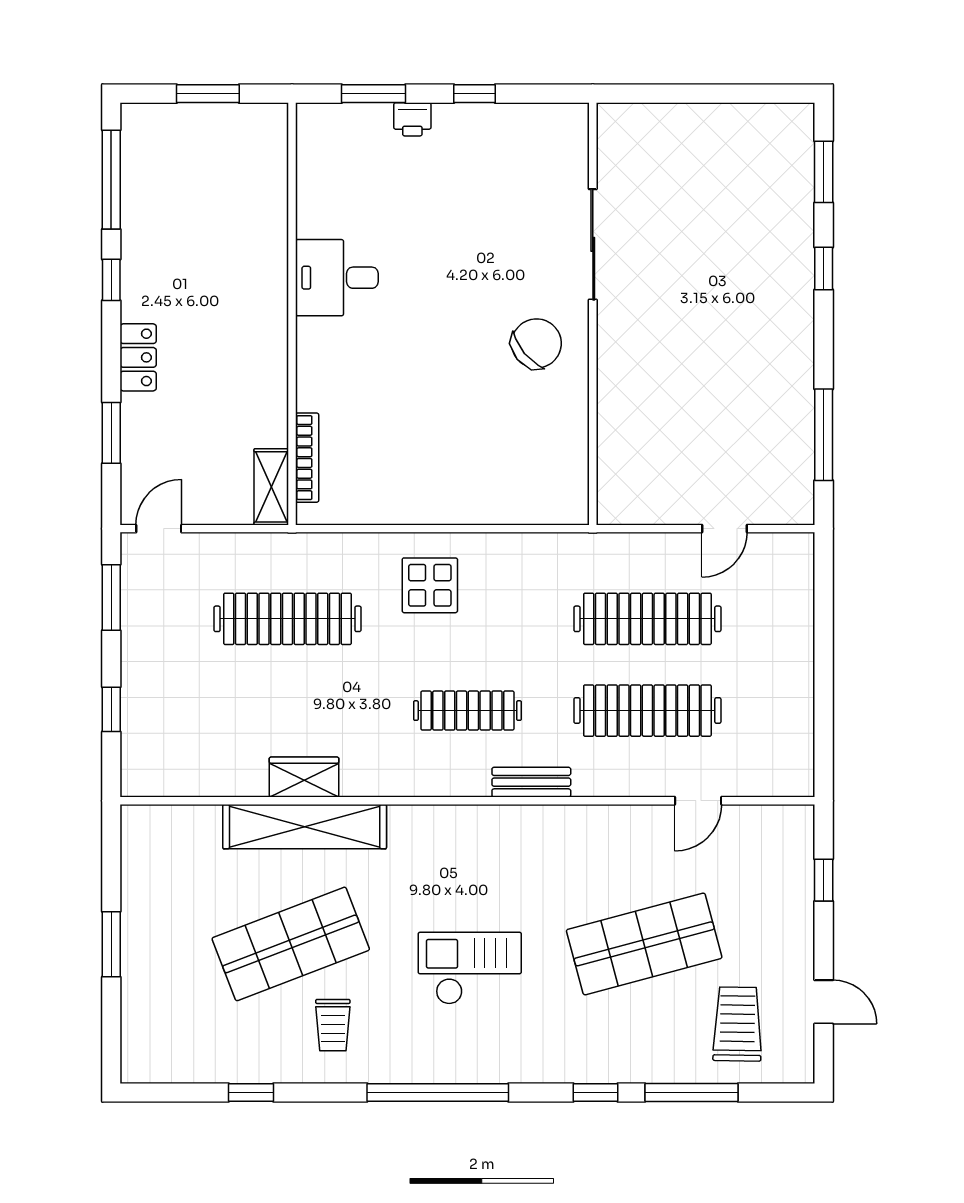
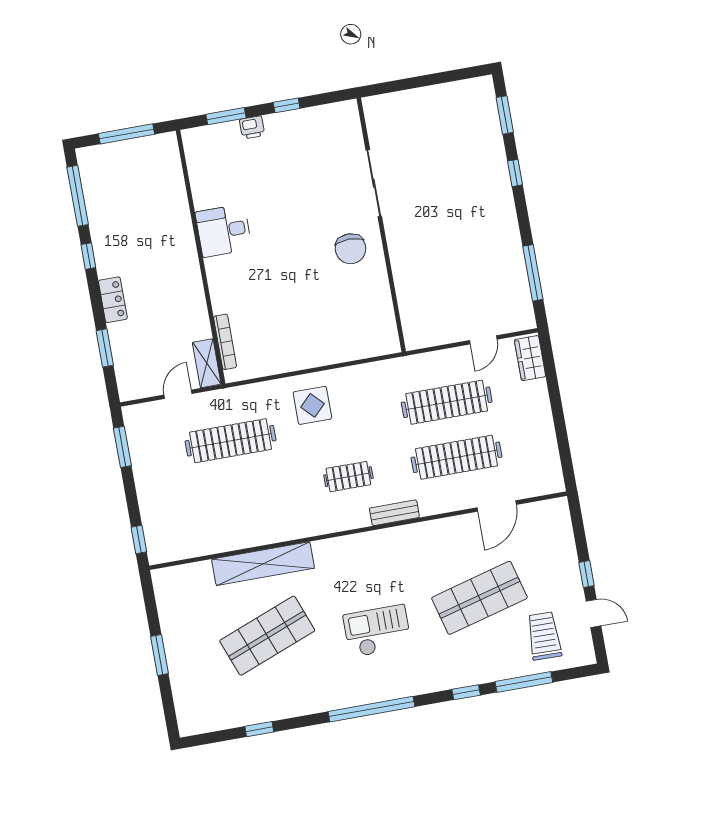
window: (208, 94) -> (126, 134), width x1.44
chair: (536, 343) -> (351, 249), turned 130
door: (159, 529) -> (178, 394), moved
window: (111, 709) -> (139, 539), moved
clothes rail: (467, 711) -> (348, 477), width x0.73
wardrobe: (304, 777) -> (530, 358), moved, turned -90
door: (698, 801) -> (497, 506), width x1.38
window: (824, 880) -> (586, 574), moved
trolley: (333, 1025) -> (301, 680), removed

